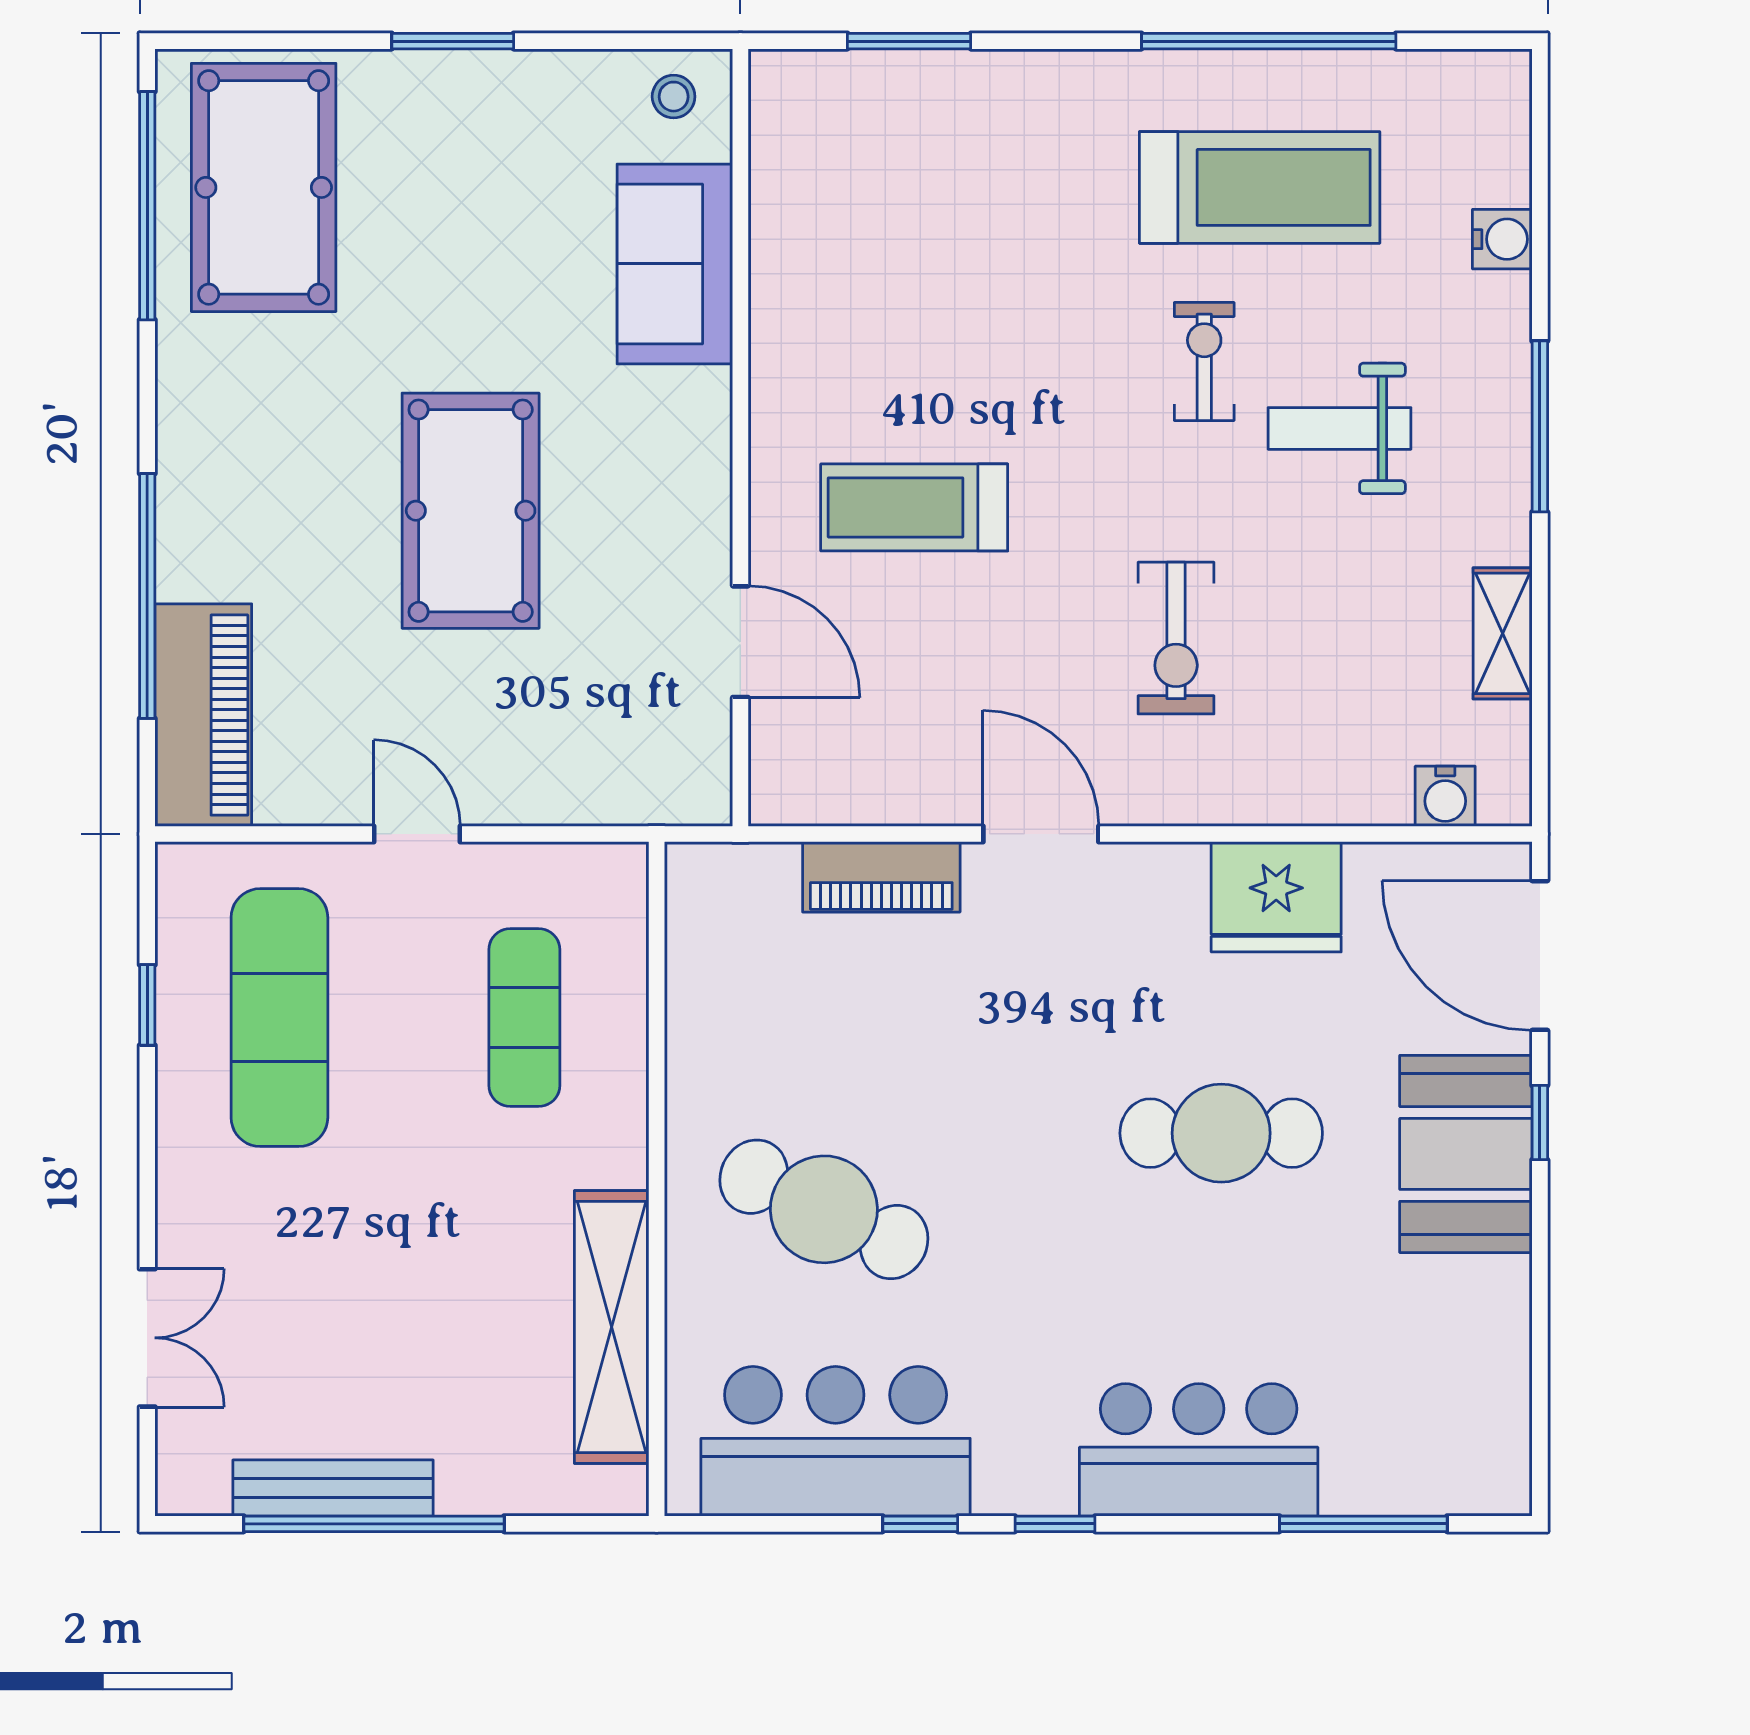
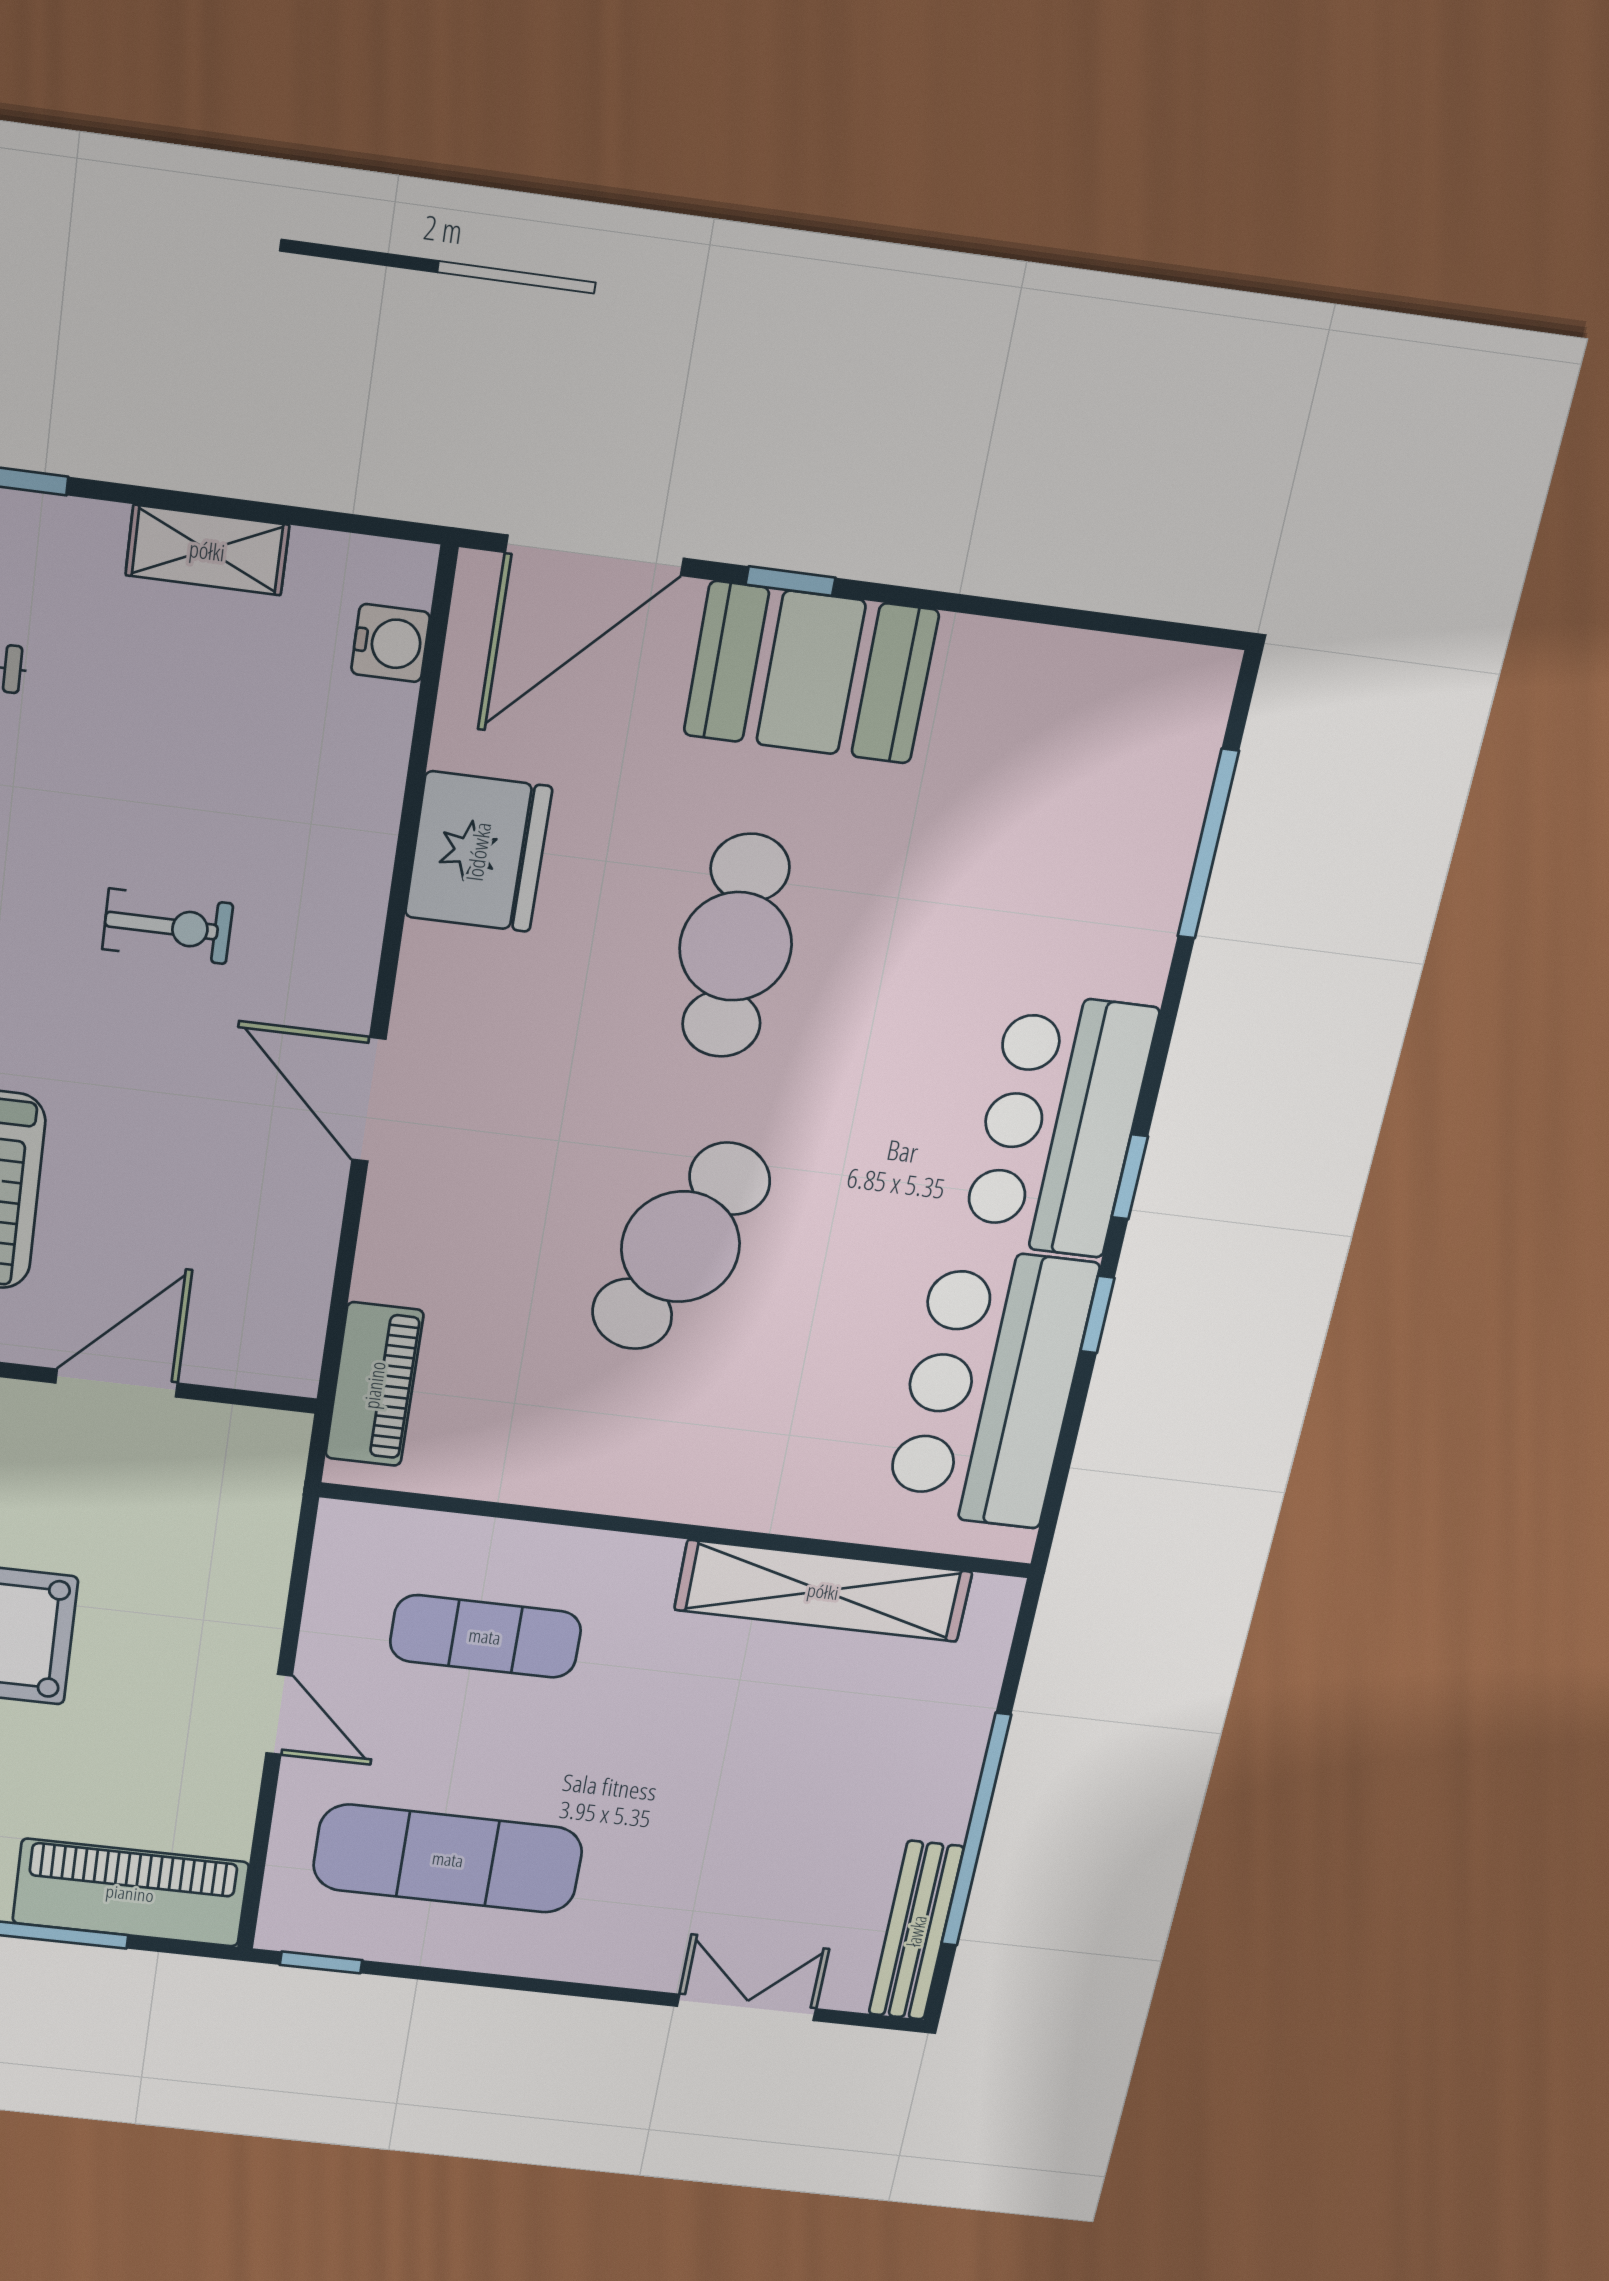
exercise bike: (1176, 638) -> (168, 926), width x0.73, depth x0.72
door: (417, 834) -> (279, 1714), swing flipped
door: (1041, 834) -> (369, 1100), hinge flipped
piano: (881, 877) -> (374, 1385), moved
window: (147, 1005) -> (321, 1962), moved
cafe table: (824, 1209) -> (681, 1247), moved
bar counter: (1199, 1450) -> (1059, 1126), moved
bench: (333, 1488) -> (916, 1931), moved

